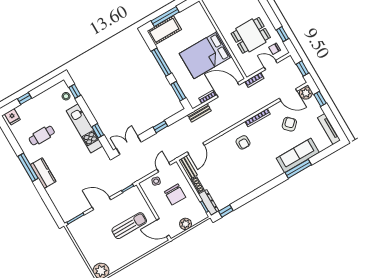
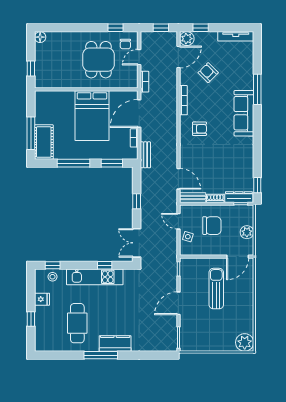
fridge: (12, 117) -> (42, 299), moved
cafe table: (42, 136) -> (77, 323), width x1.37, depth x1.35
sofa: (298, 155) -> (244, 113), moved

